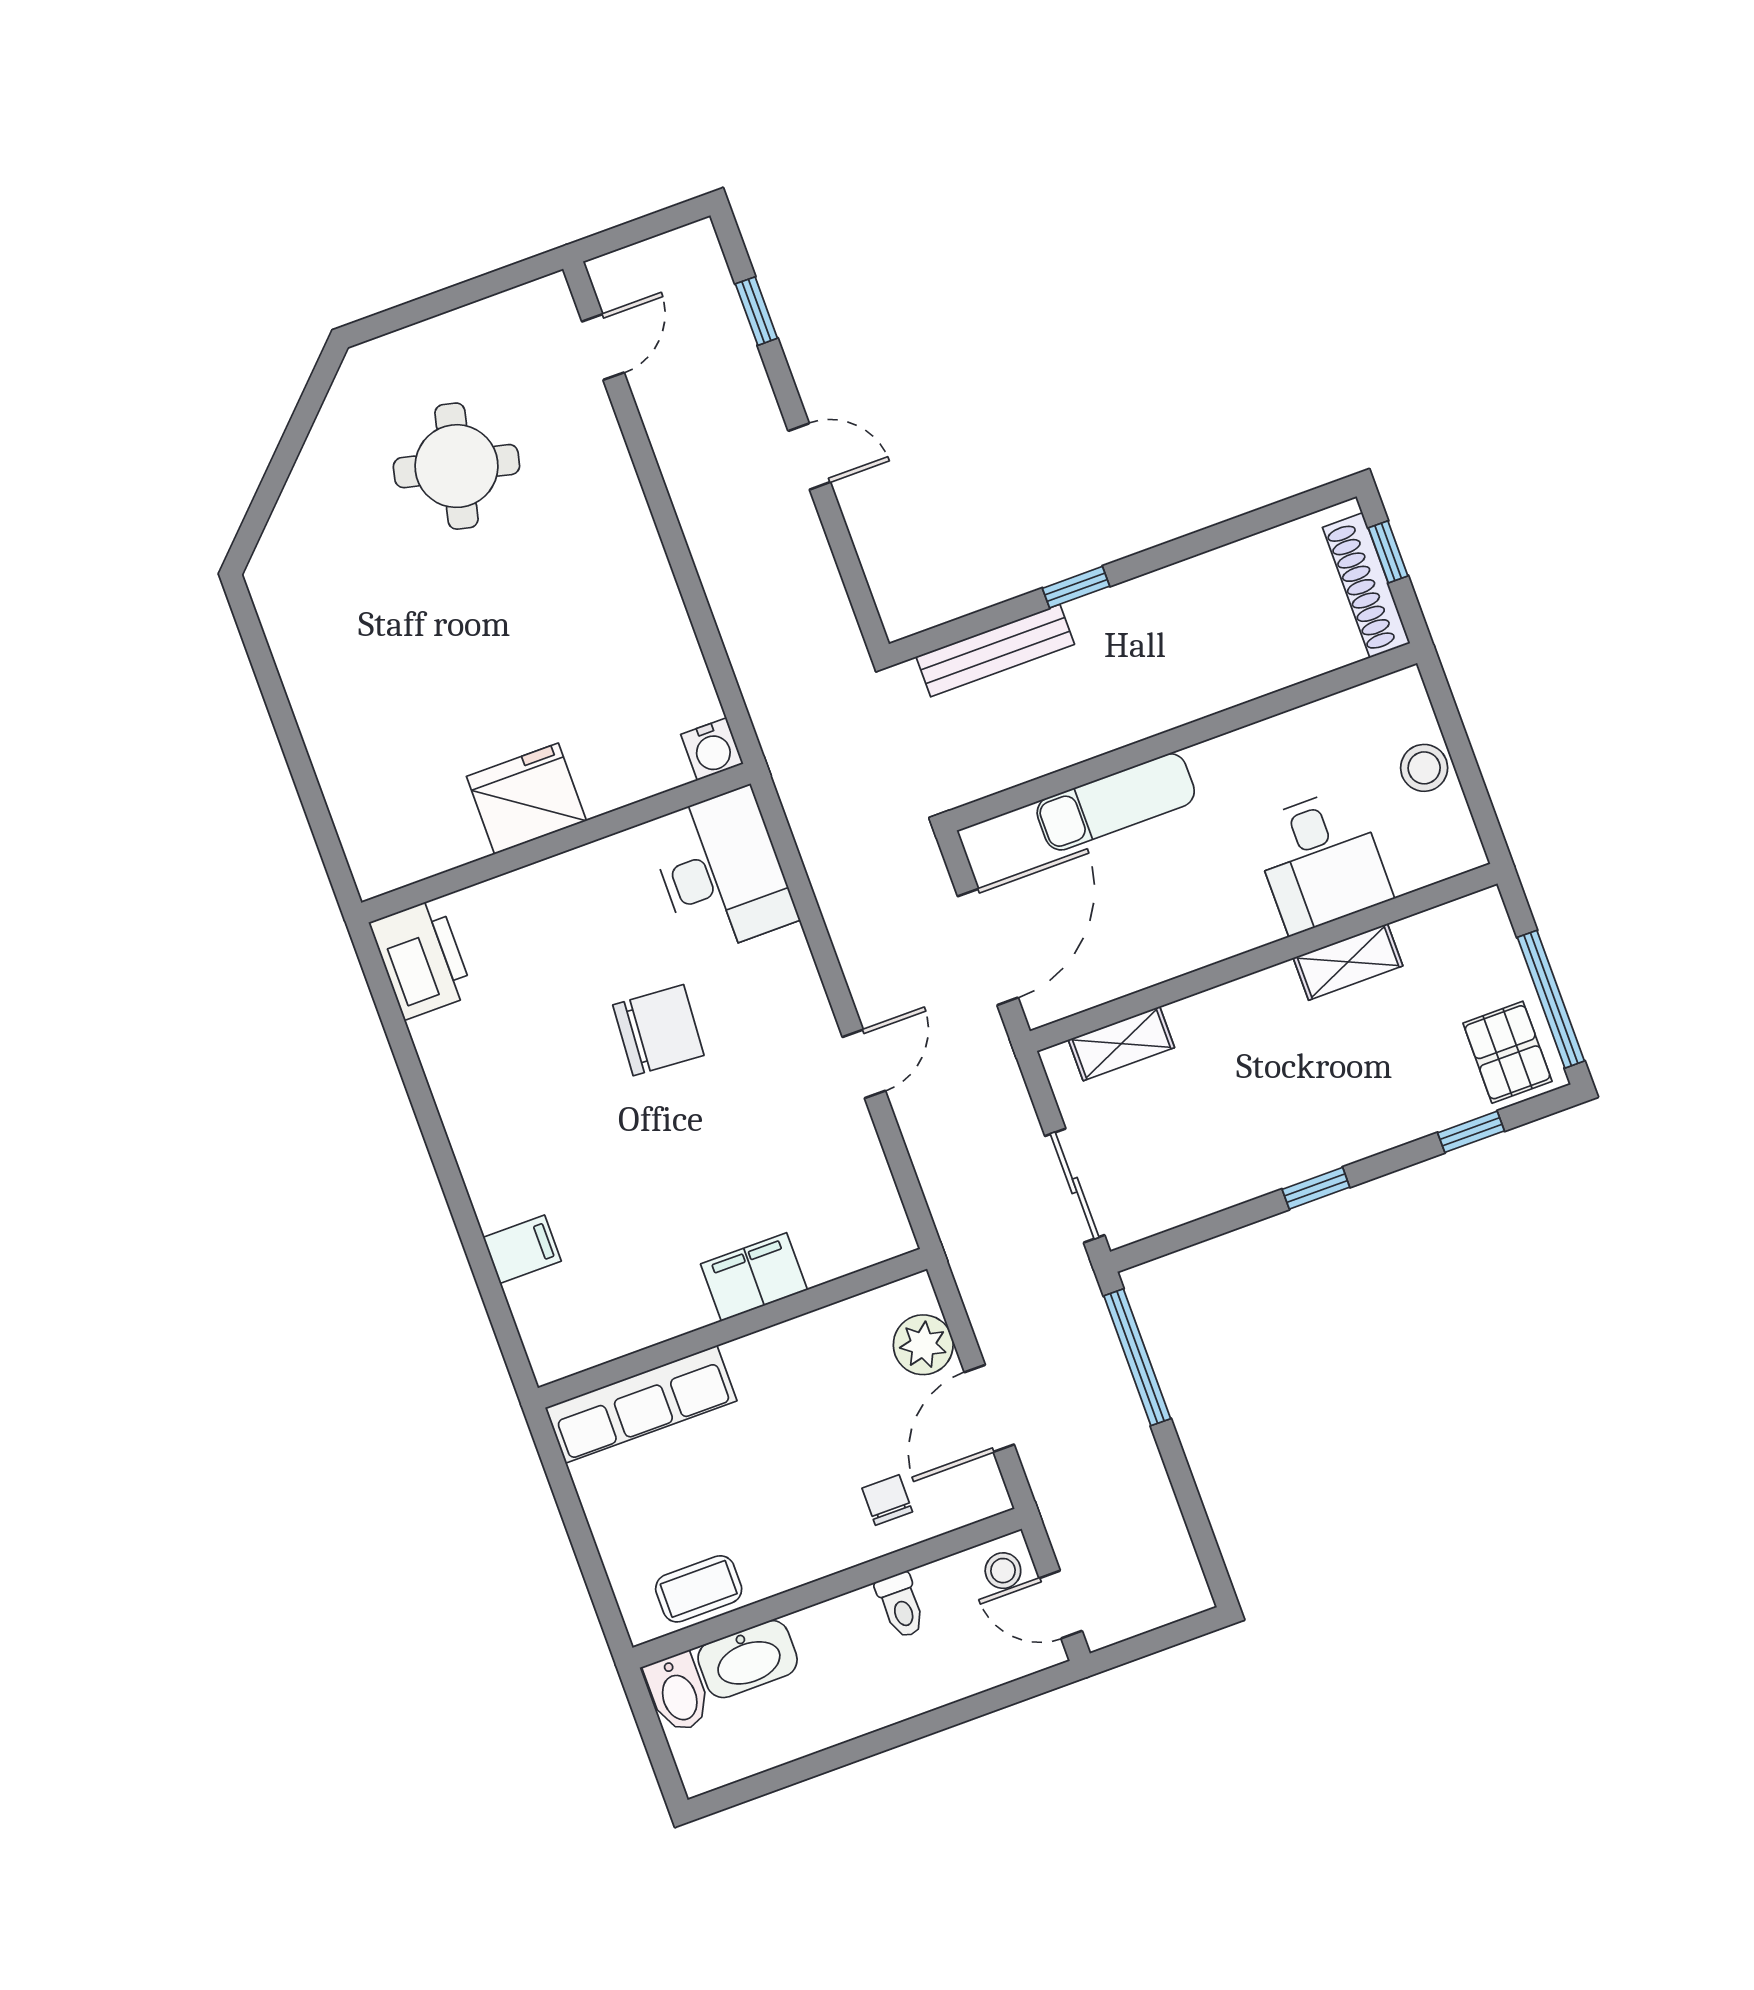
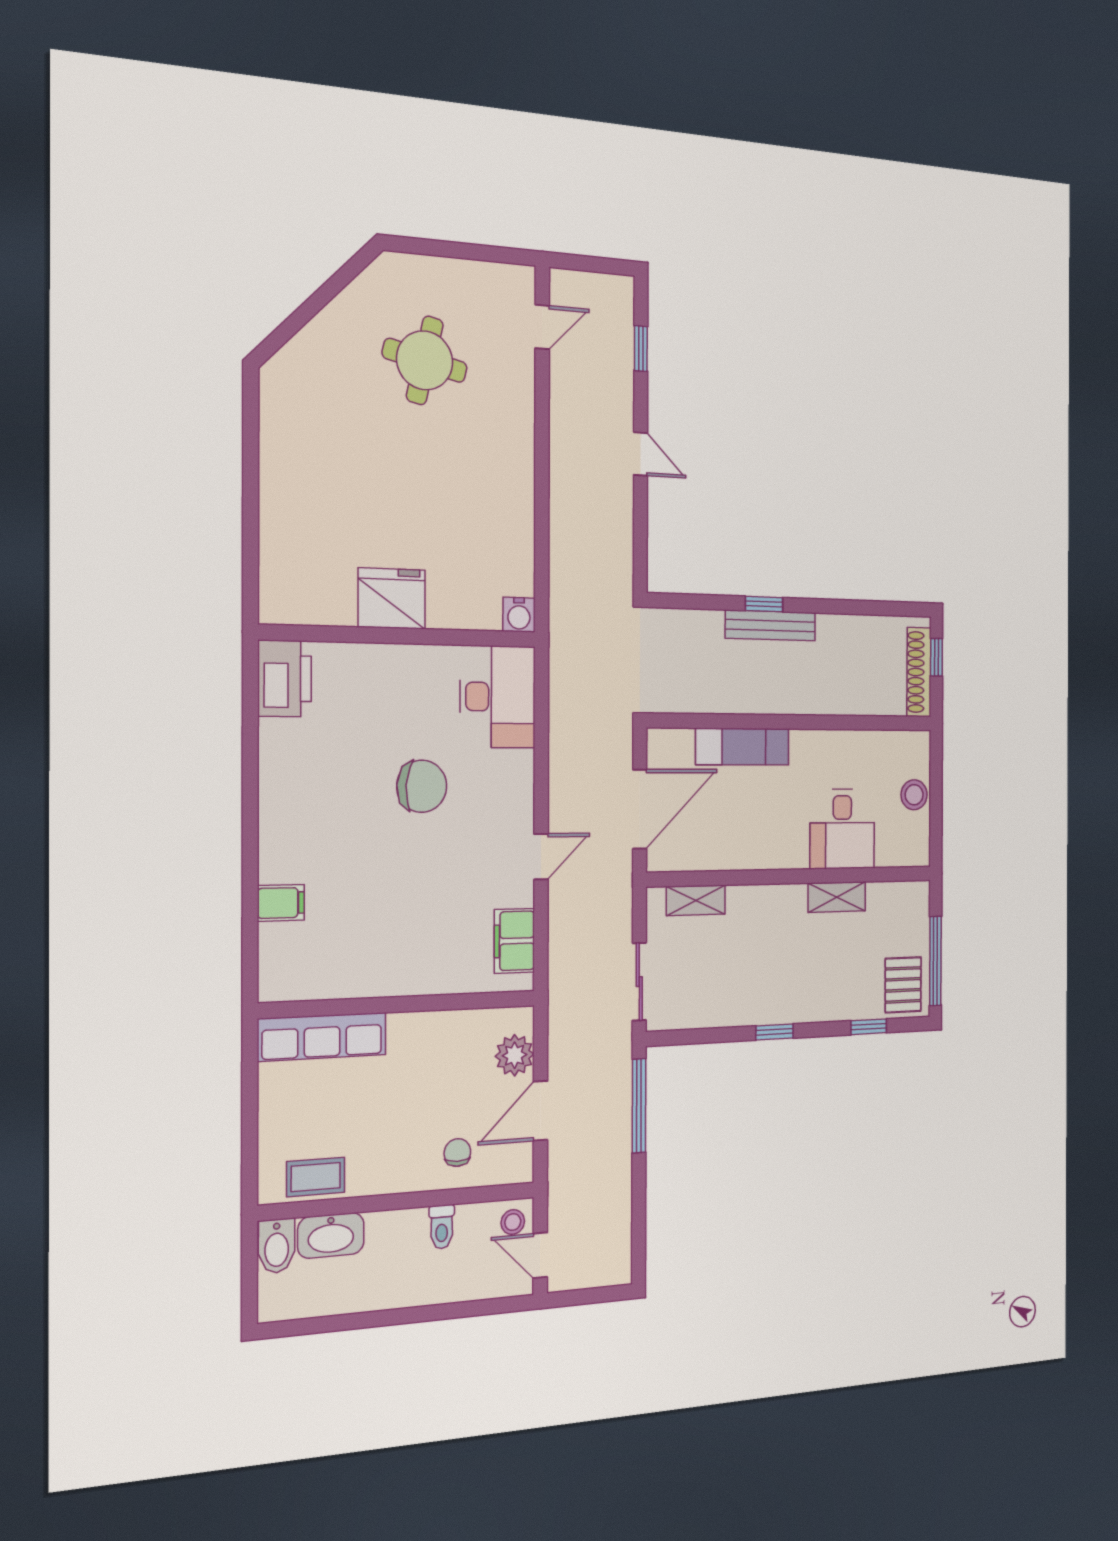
bench: (995, 651) -> (770, 625), moved
filing cabinet: (754, 1277) -> (514, 941), moved, turned -90

